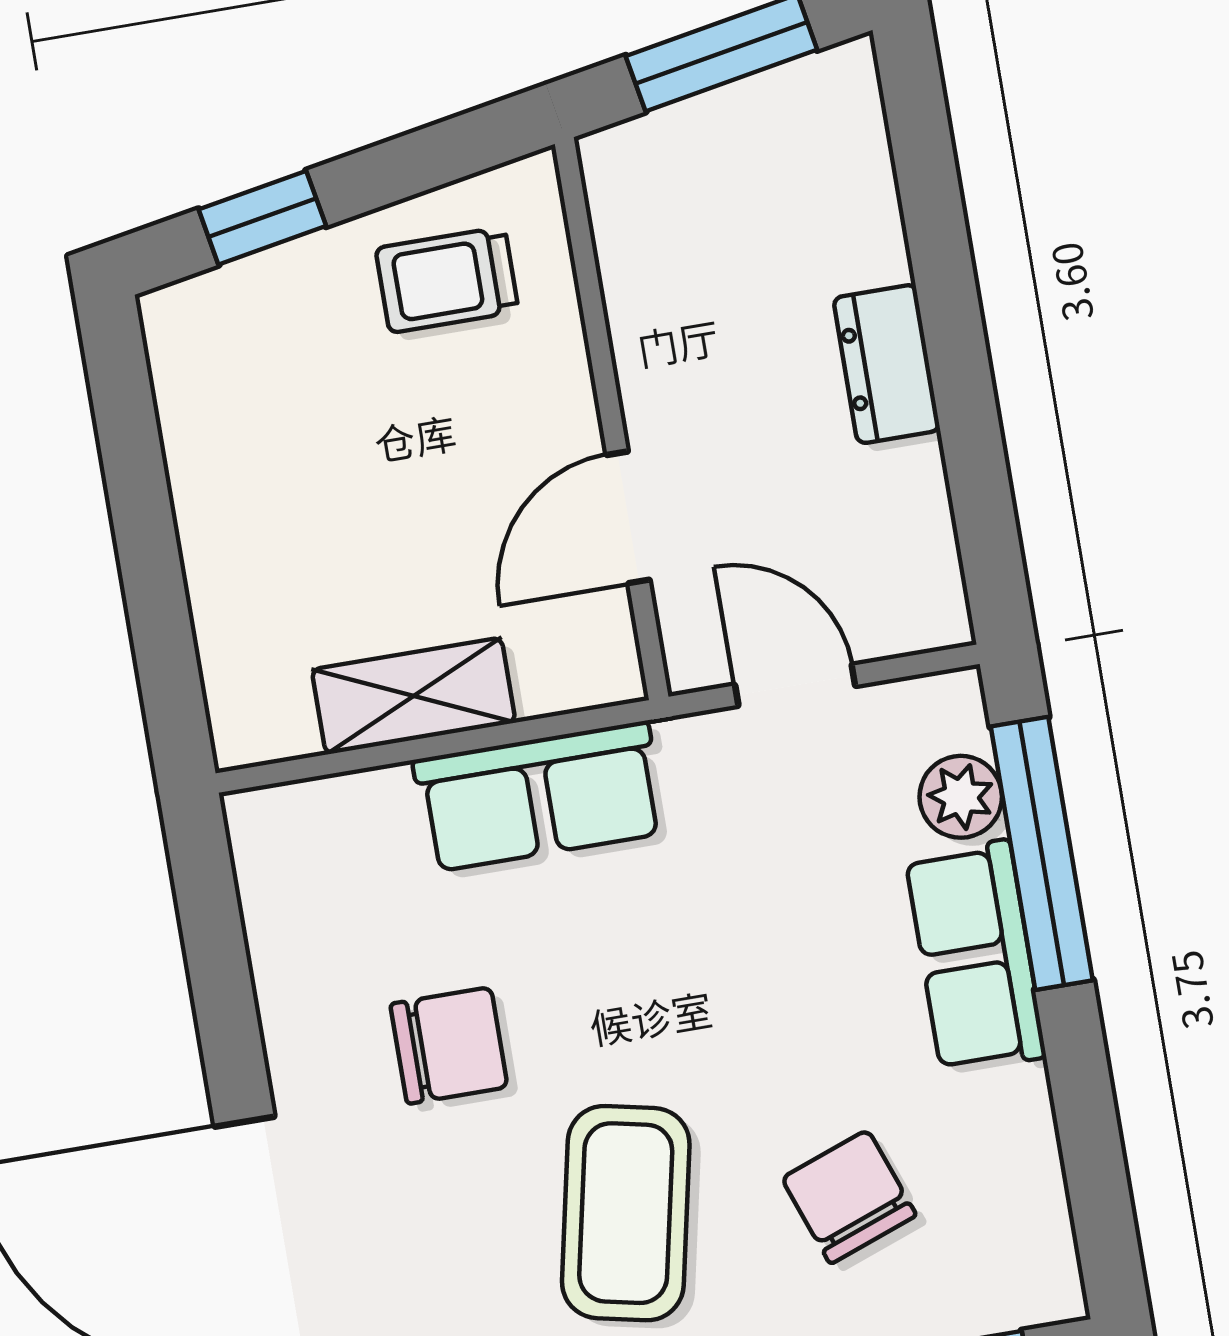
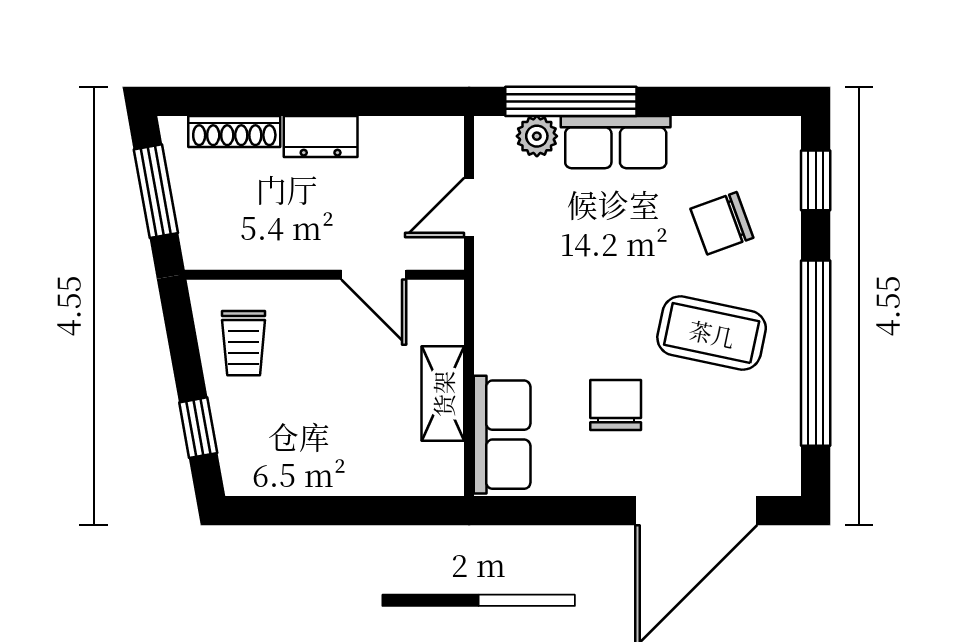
shoe rack: (868, 190) -> (234, 131), added
row of seats: (539, 796) -> (502, 435), moved

